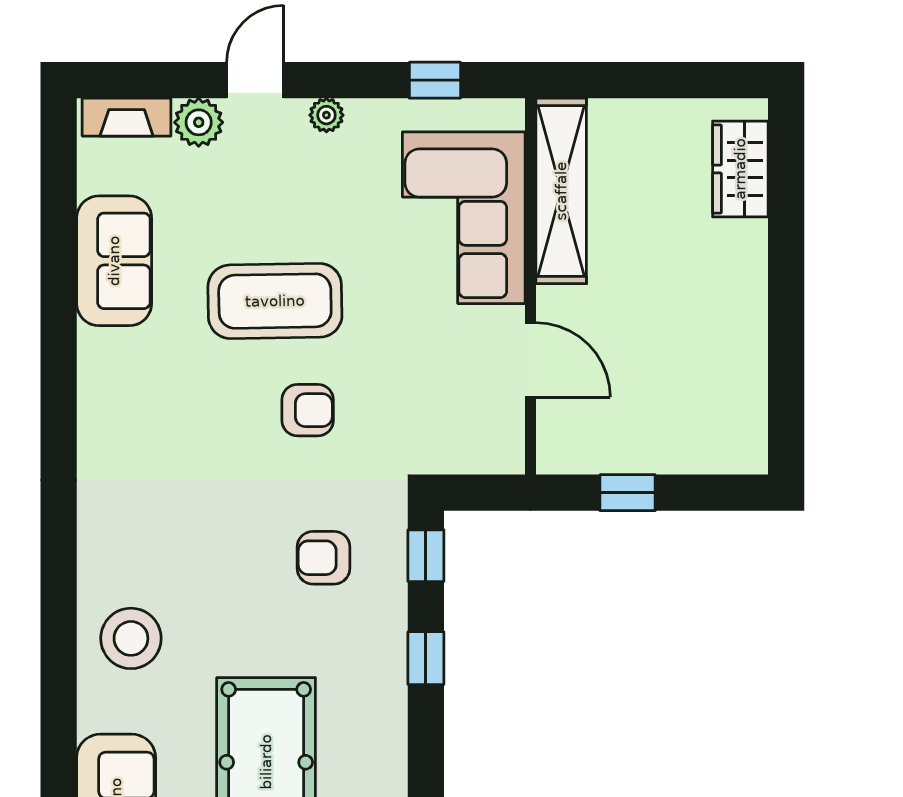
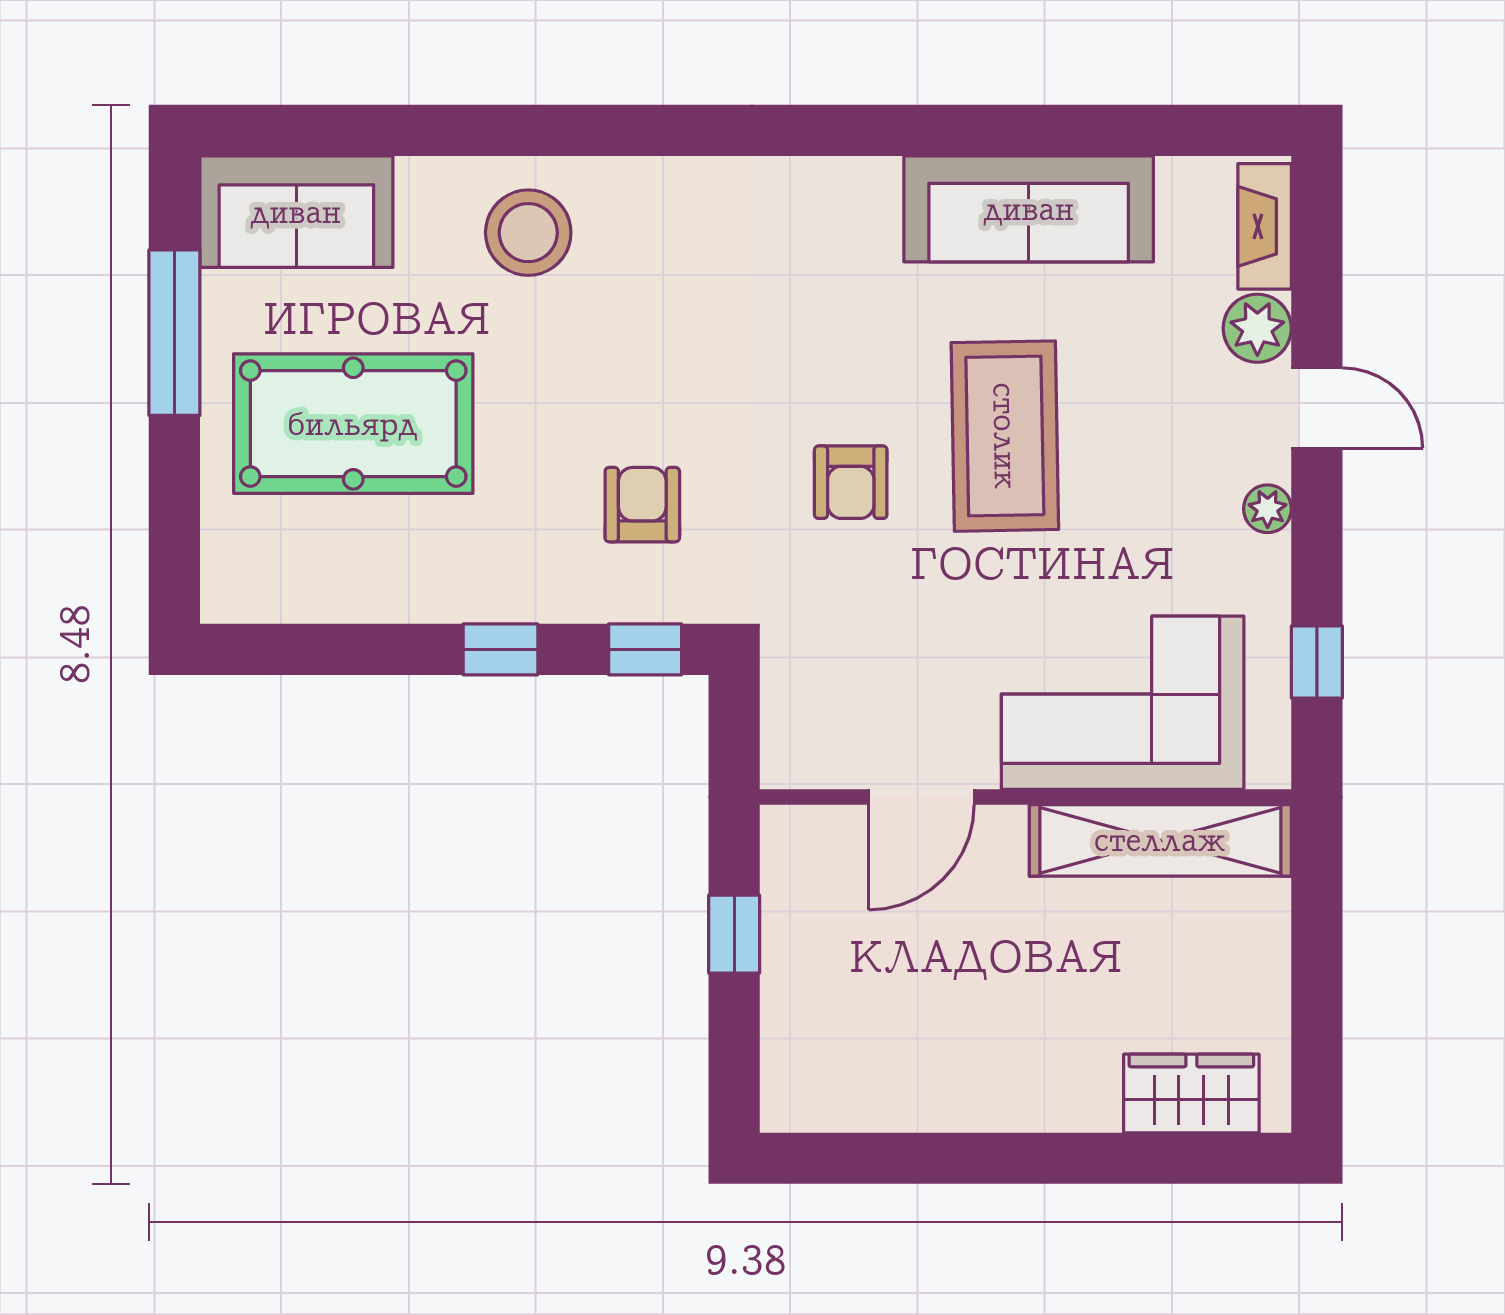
sofa: (114, 261) -> (1029, 209), width x1.36

